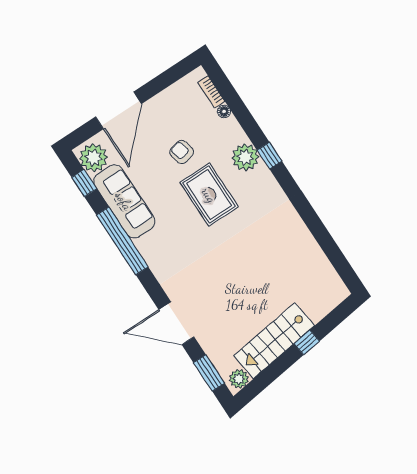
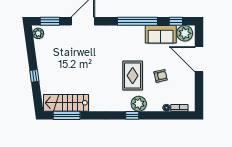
rug: (209, 195) -> (133, 76), turned 90
sofa: (124, 201) -> (161, 34), width x0.73
window: (334, 255) -> (67, 115), added
stairs: (274, 341) -> (66, 103), moved, turned -82

